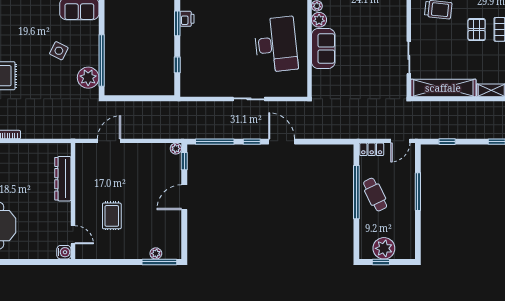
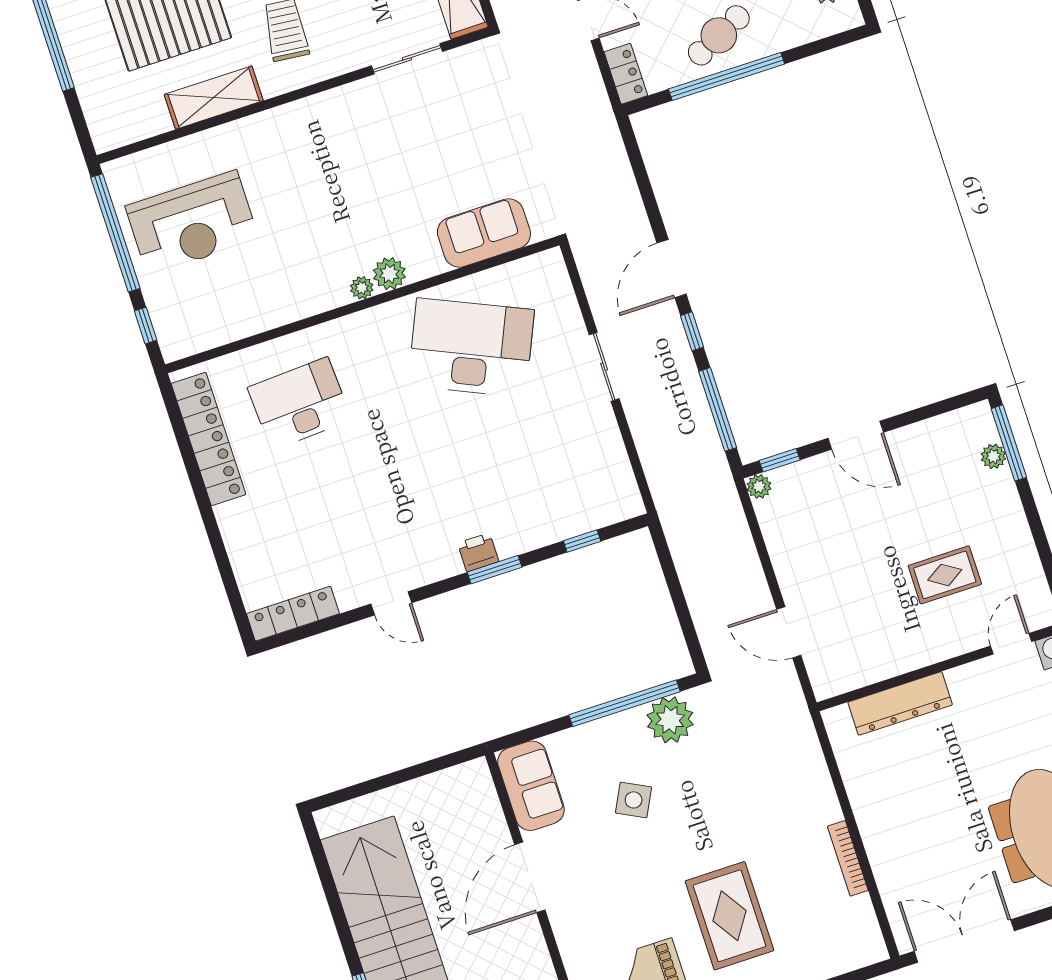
desk: (276, 45) -> (471, 348), turned 30
sofa: (323, 49) -> (484, 233), moved

